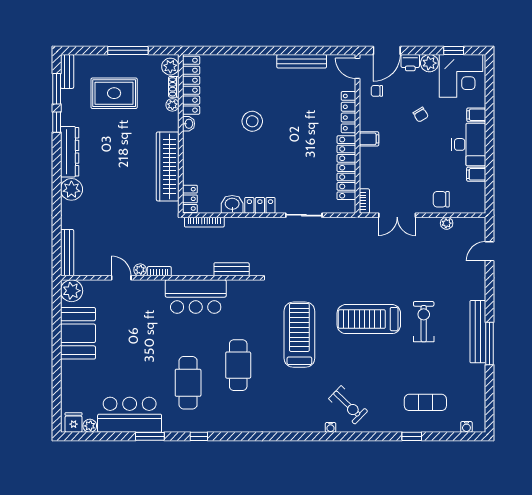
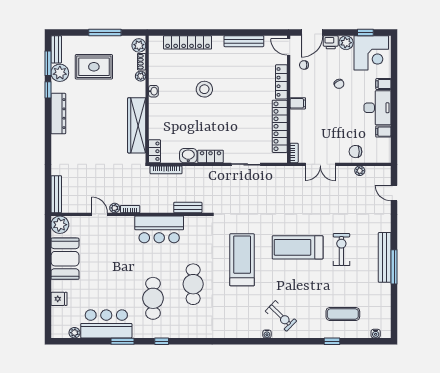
locker: (191, 85) -> (188, 42), moved, turned 90
plant: (71, 189) -> (60, 73), moved
door: (490, 251) -> (394, 193), hinge flipped
fridge: (74, 423) -> (59, 299), moved, turned 90

